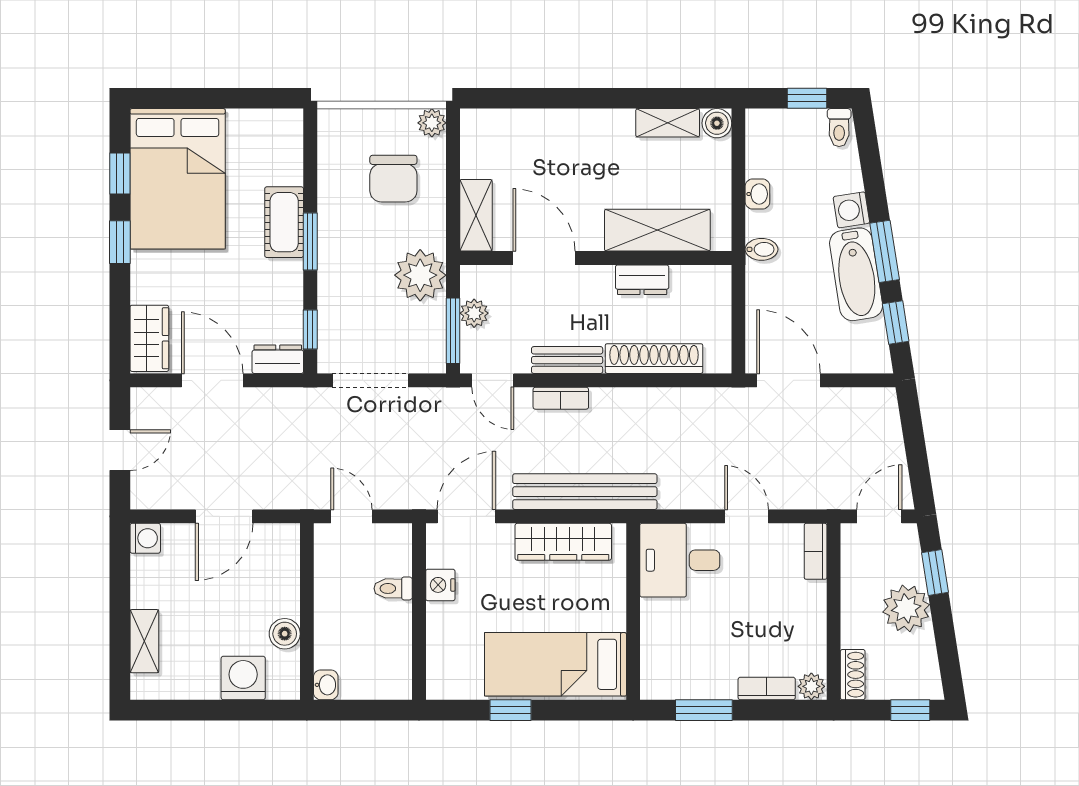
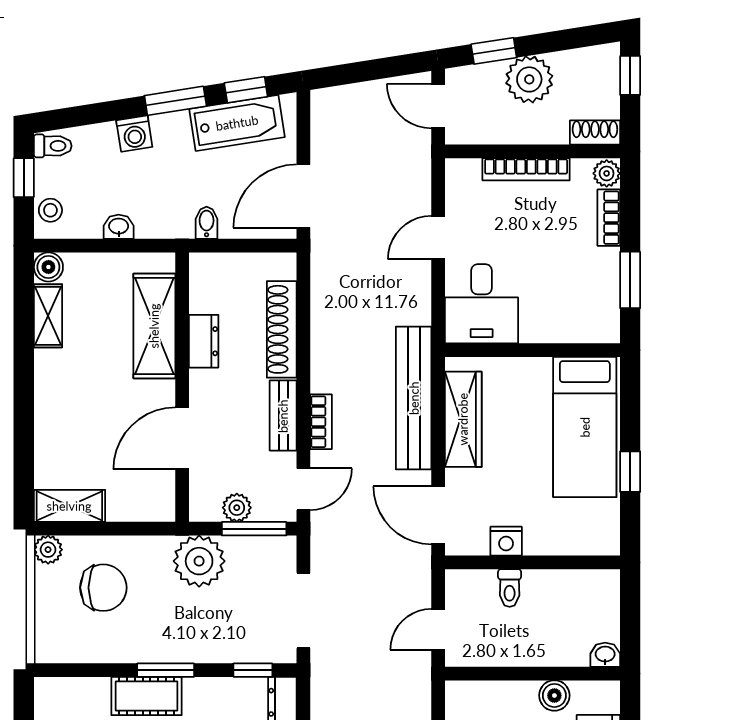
stool: (774, 125) -> (50, 210), added
shelving: (476, 215) -> (69, 506), moved
bidet: (762, 249) -> (207, 223), moved
bathtub: (856, 274) -> (237, 123), moved
bookcase: (816, 551) -> (526, 169), moved, width x1.56

